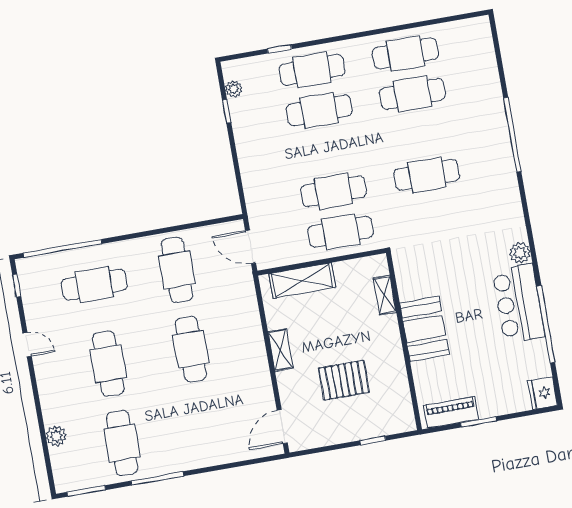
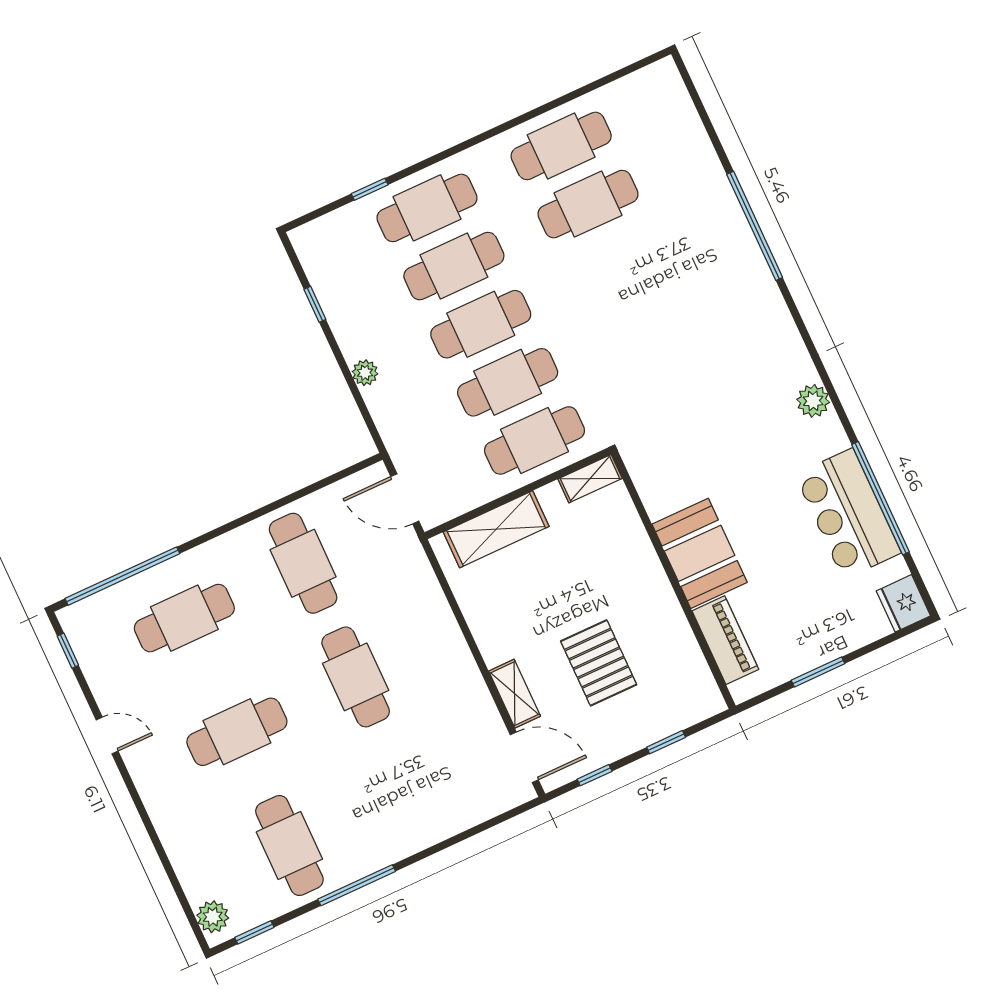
plant: (234, 89) -> (365, 373), moved
cafe table: (427, 175) -> (481, 324), moved
shelving: (385, 295) -> (590, 479), moved, turned 90
bar counter: (519, 303) -> (848, 514), moved
shelving: (280, 350) -> (515, 694), moved
cafe table: (108, 364) -> (237, 732), turned 90
pallet: (344, 380) -> (599, 663), turned 90
piano: (451, 412) -> (725, 640), moved, turned 90
door: (282, 427) -> (524, 757), swing flipped
plant: (56, 436) -> (213, 917), moved
window: (323, 449) -> (595, 775), added
window: (86, 491) -> (254, 932), width x0.67

